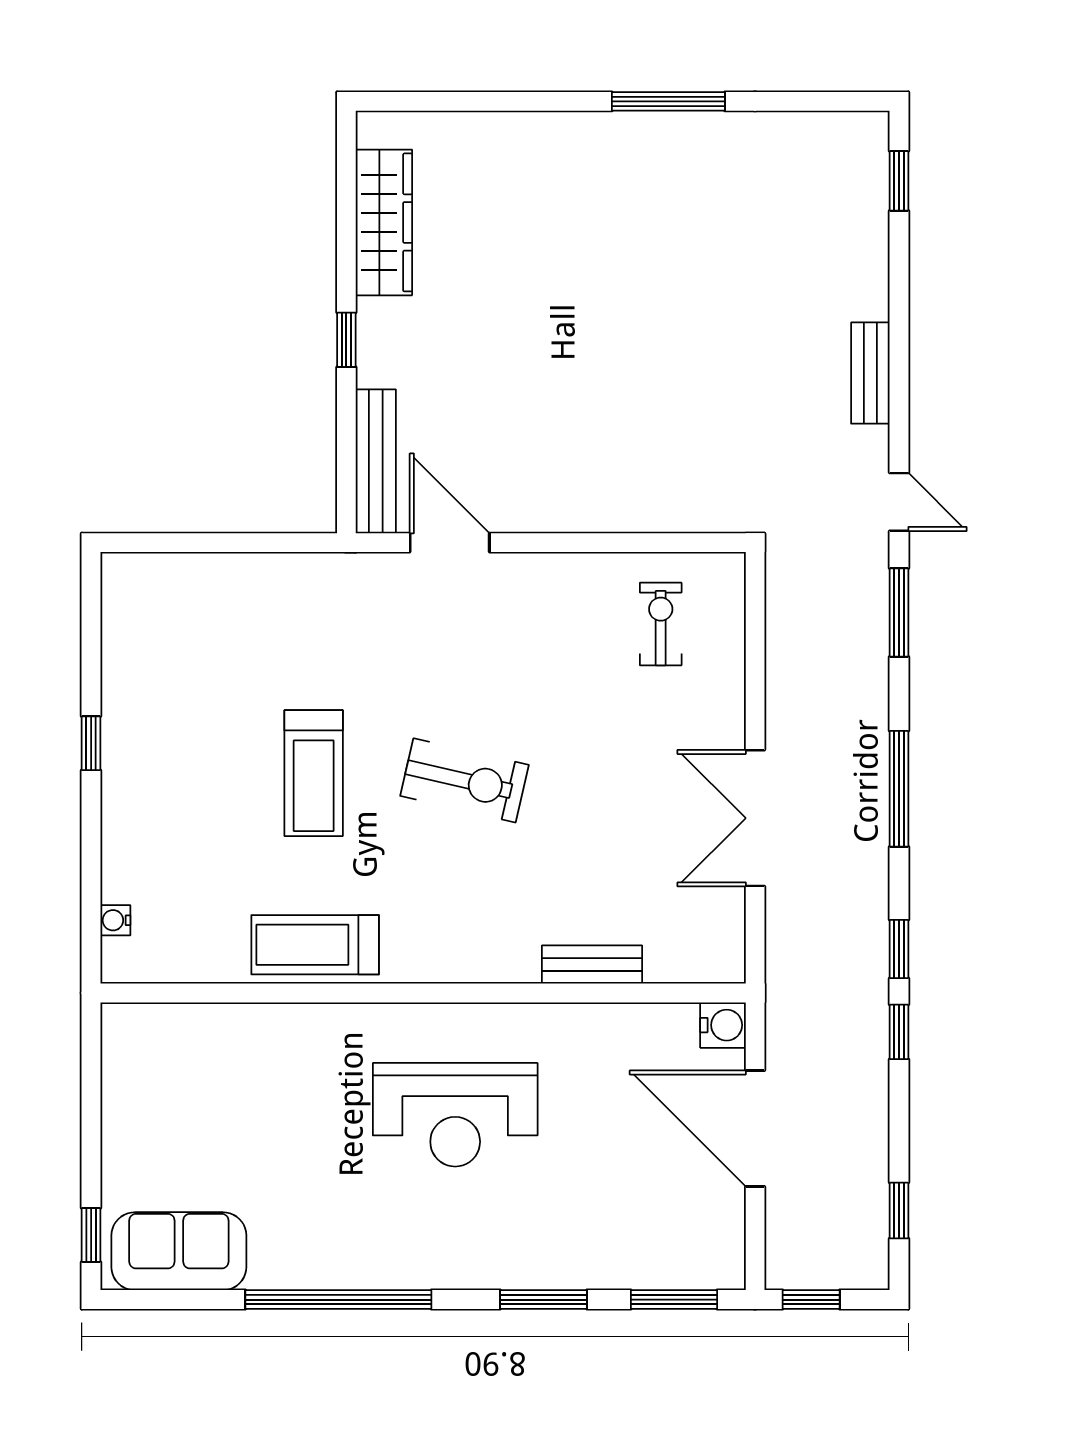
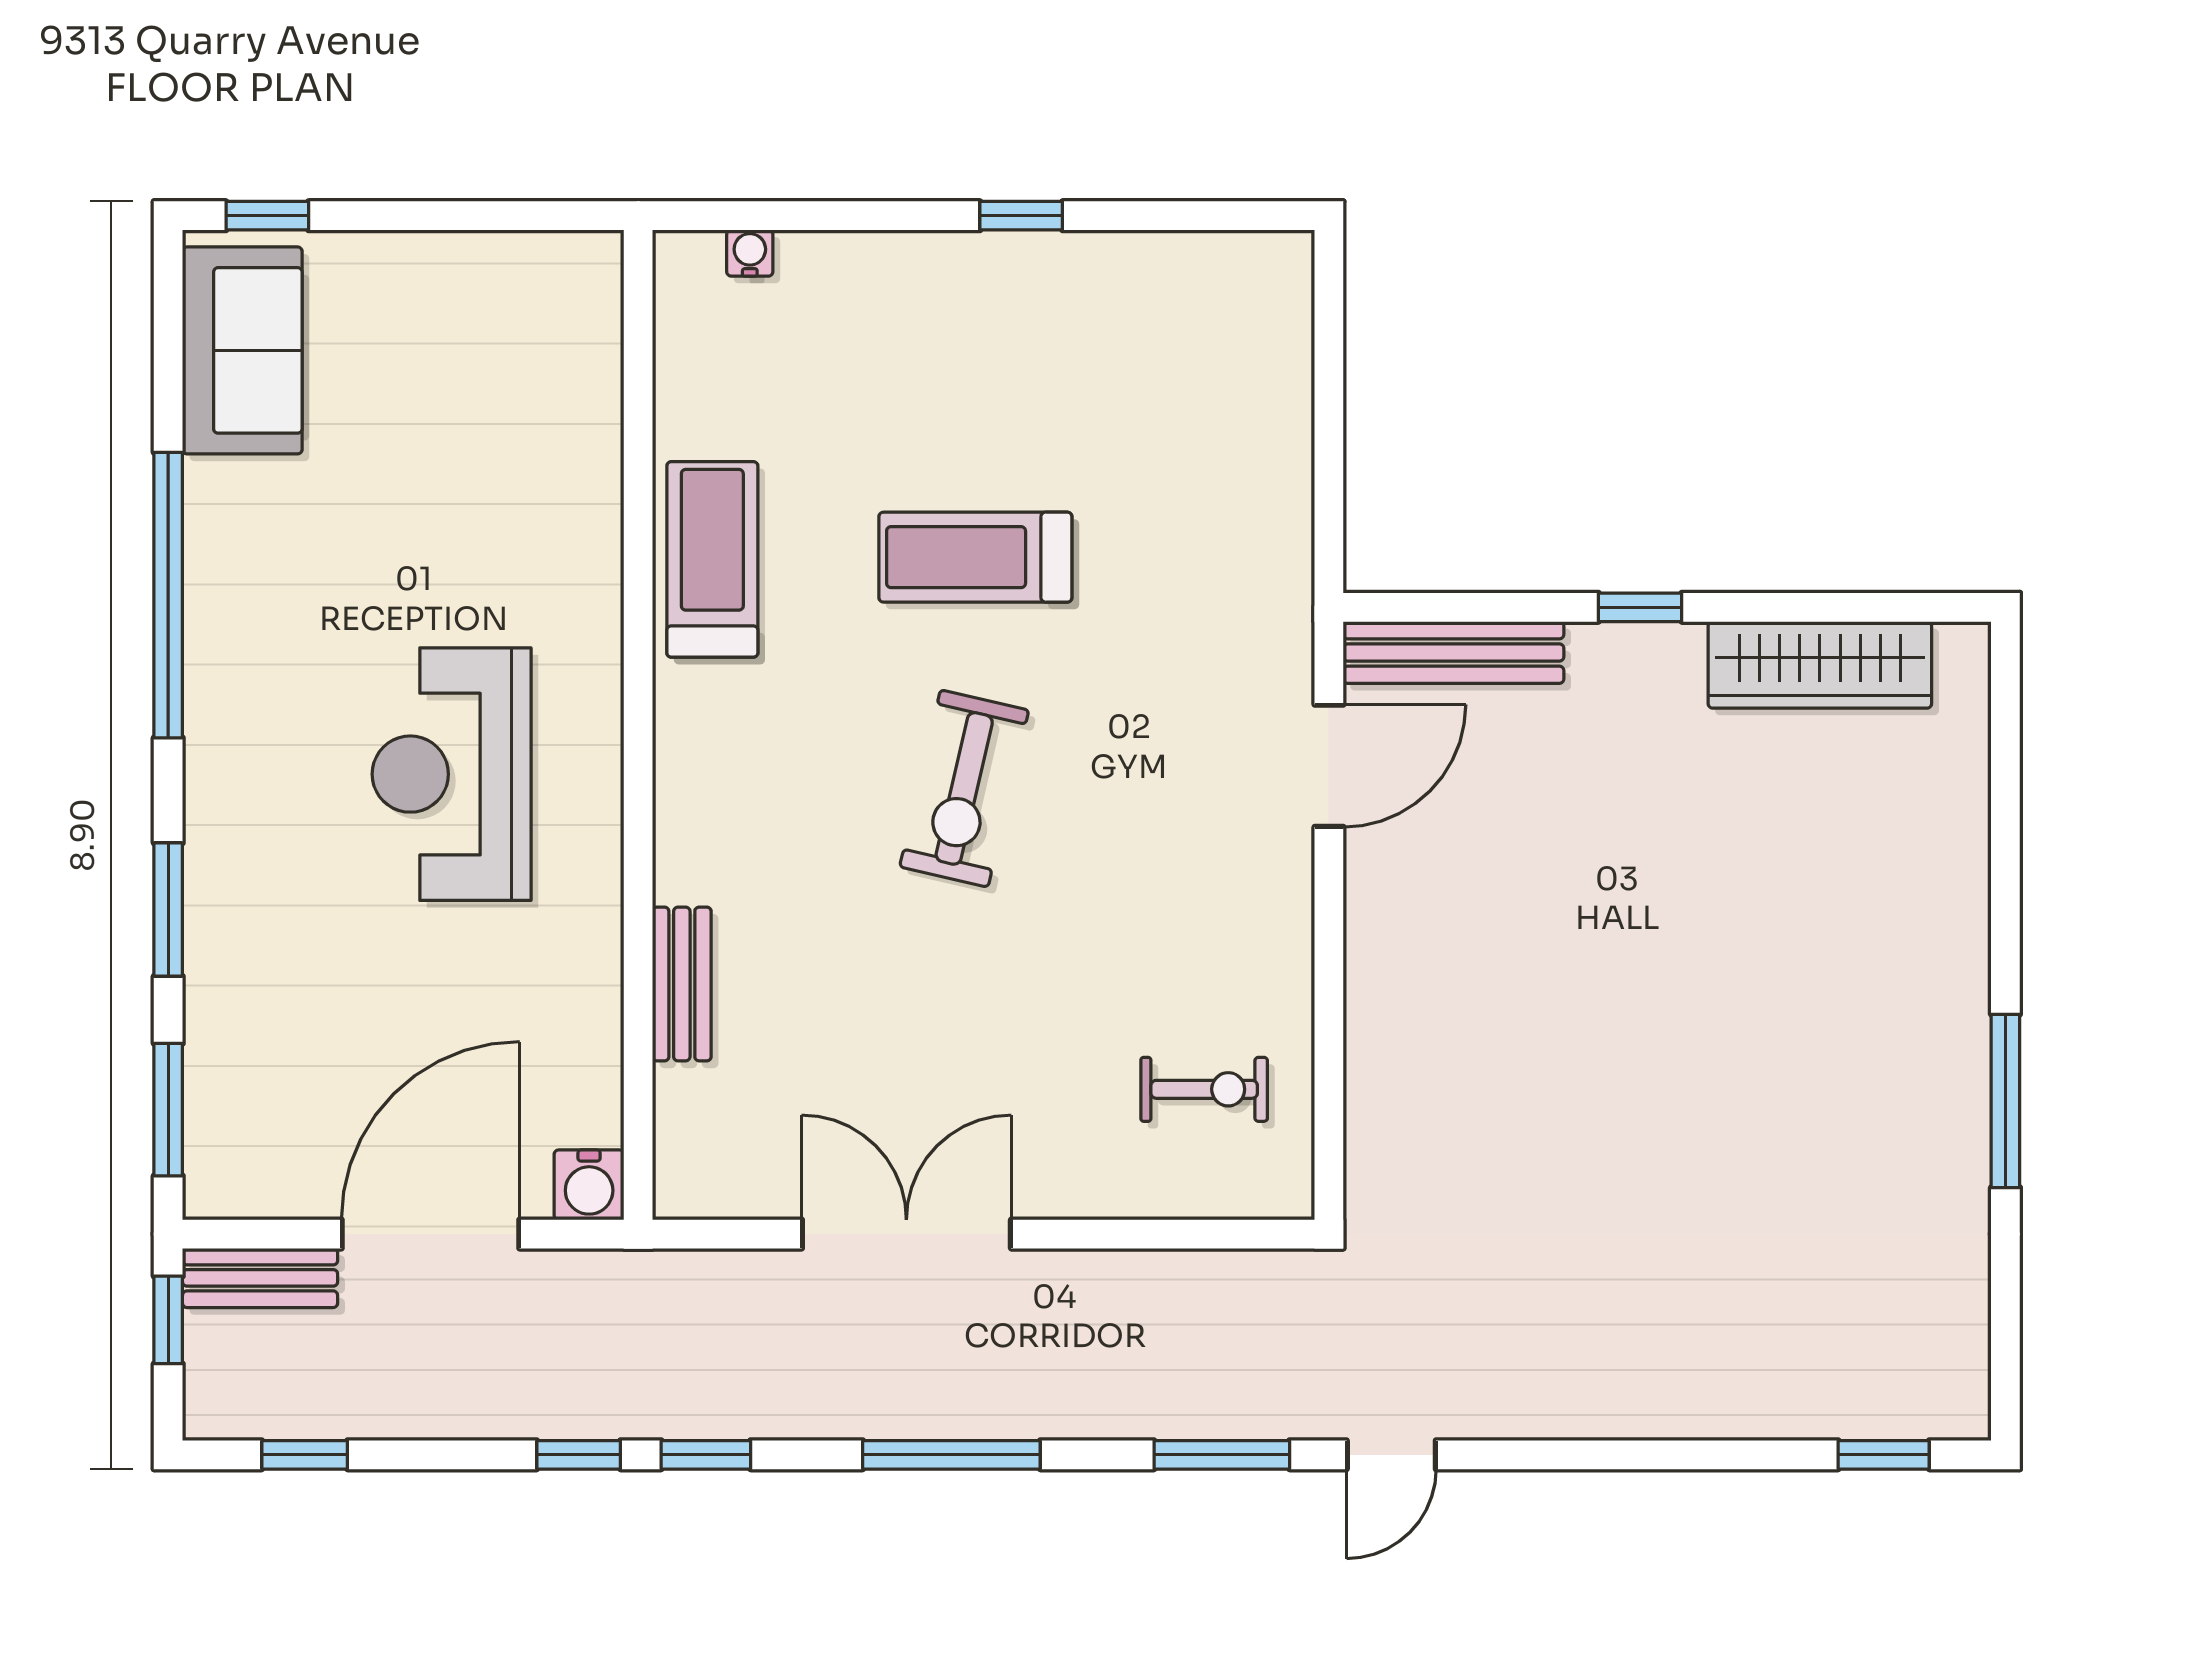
bench: (870, 373) -> (260, 1278), moved

